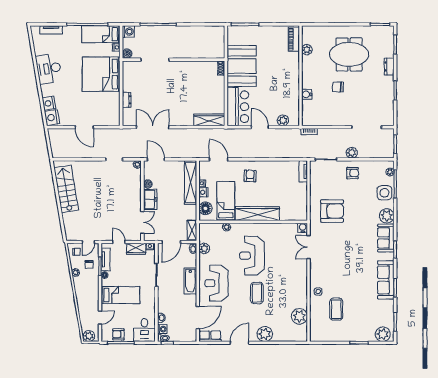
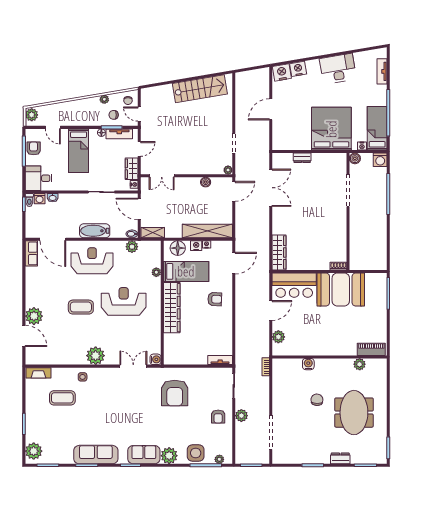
freezer: (150, 199) -> (188, 185), removed
plant: (299, 316) -> (96, 356), moved
fireplace: (314, 330) -> (38, 373), added
door: (240, 343) -> (24, 336), moved

